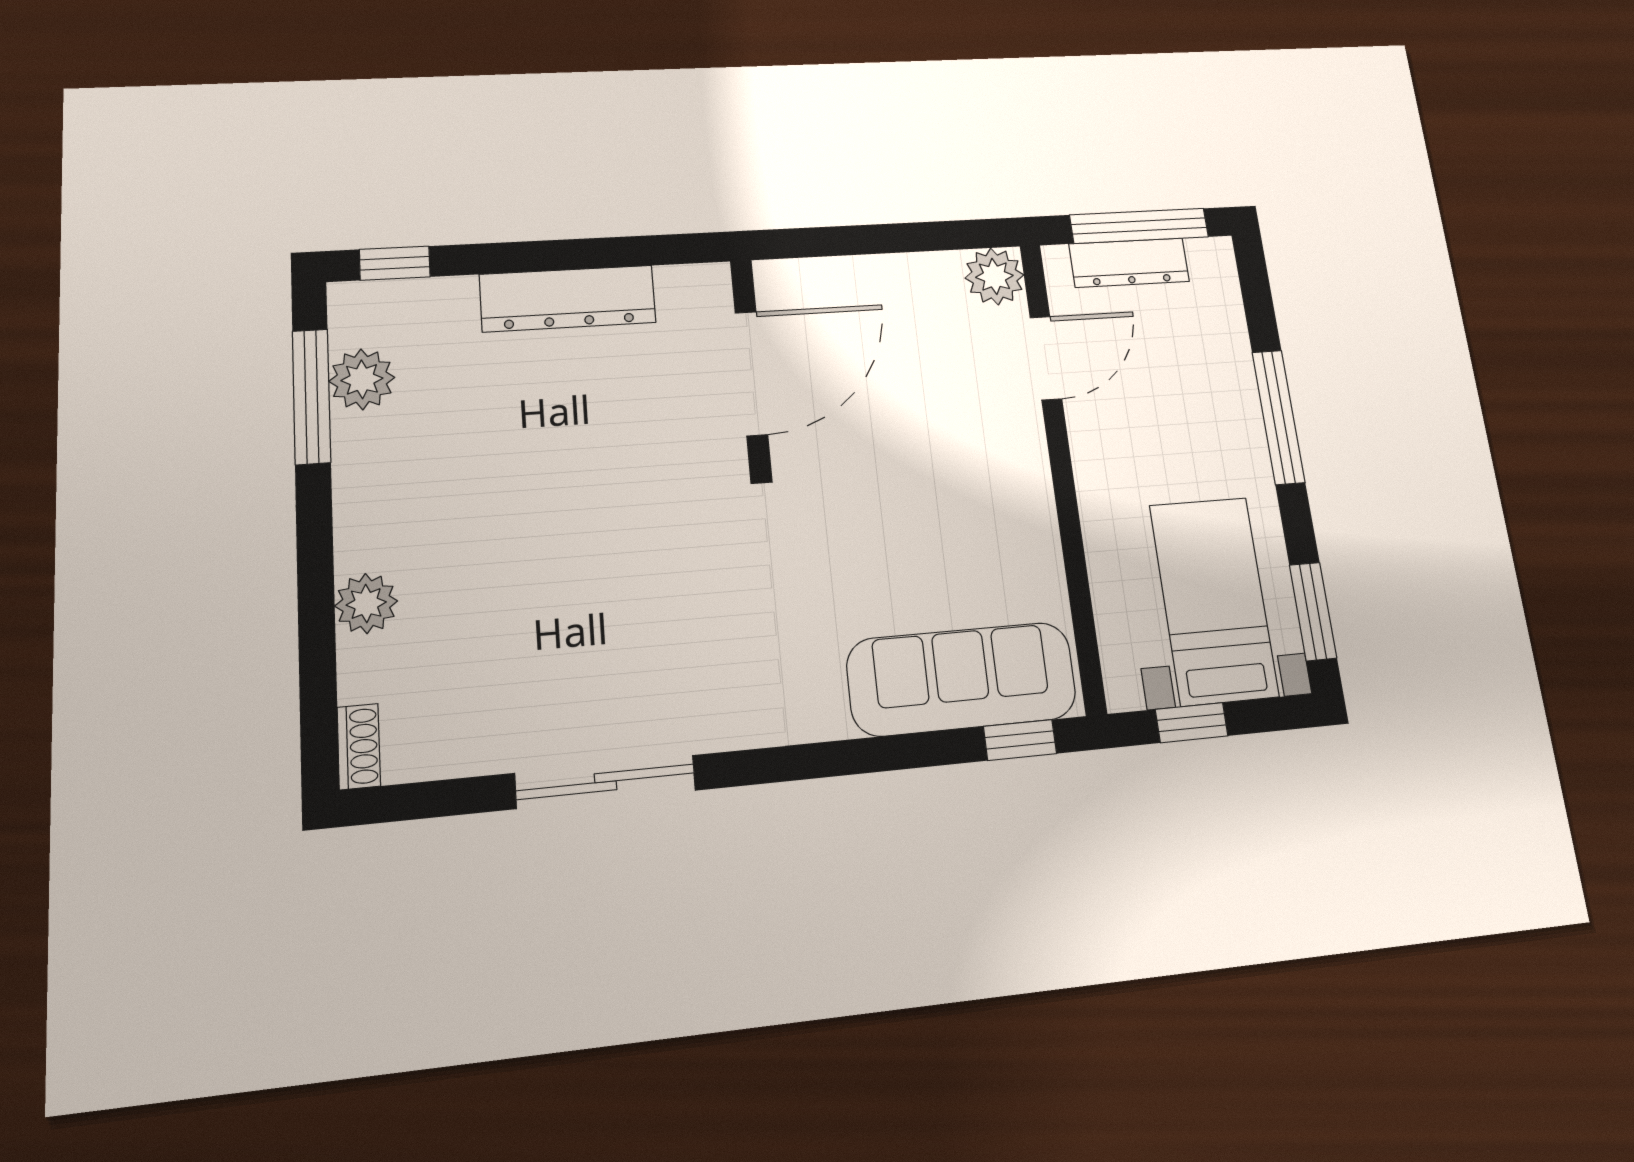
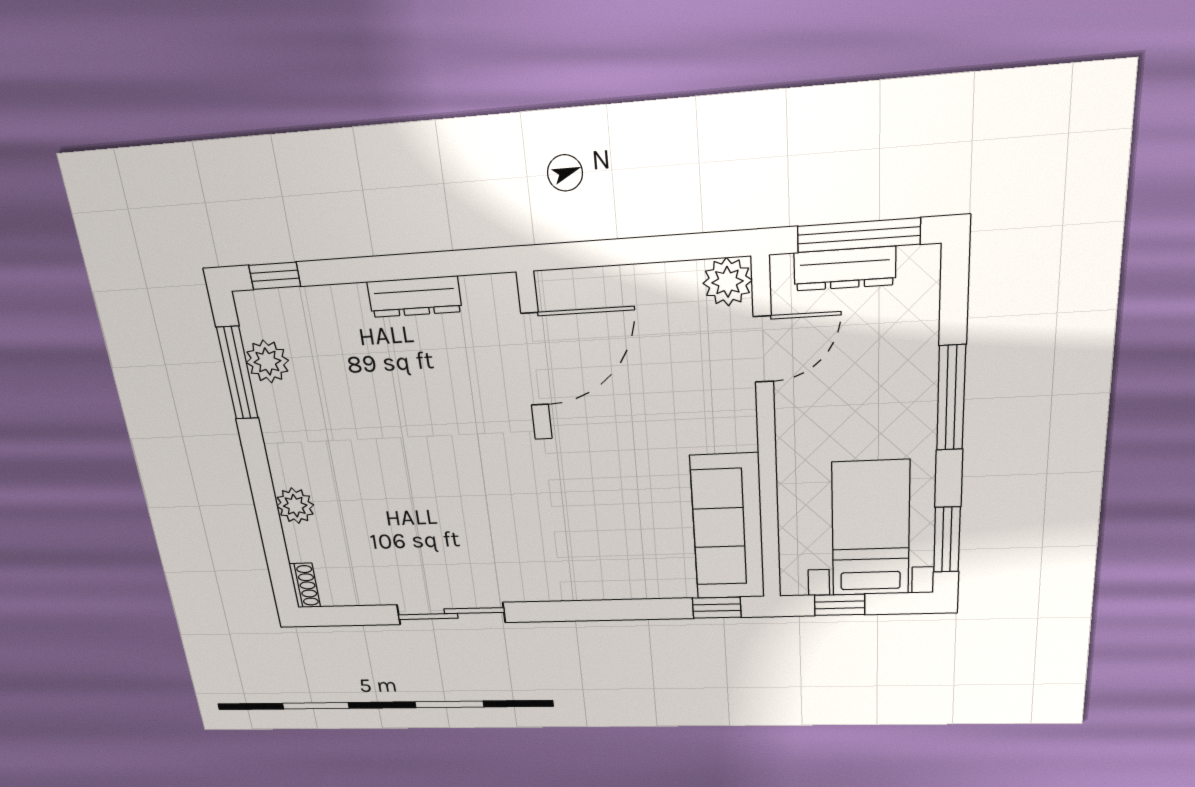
dresser: (568, 298) -> (415, 297), width x0.73, depth x0.80
sofa: (962, 679) -> (728, 527), moved, turned -90

